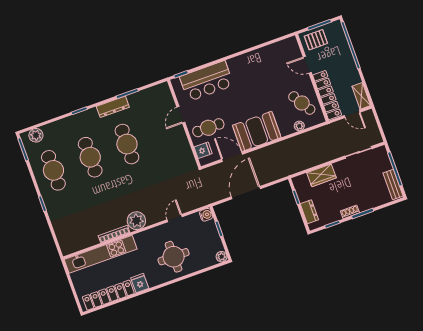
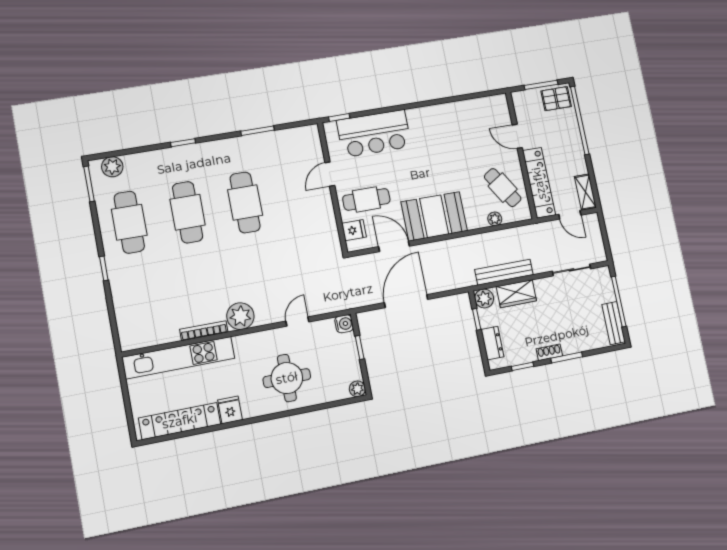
pallet: (316, 40) -> (556, 99), moved
dresser: (113, 107) -> (233, 146), removed
bench: (311, 162) -> (504, 272), added
plant: (299, 182) -> (484, 298), added

